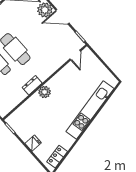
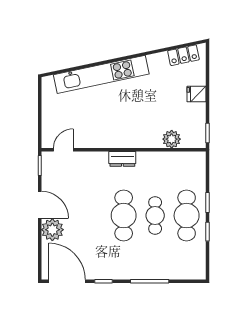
dresser: (32, 85) -> (122, 159), moved
plant: (45, 92) -> (172, 139), moved

